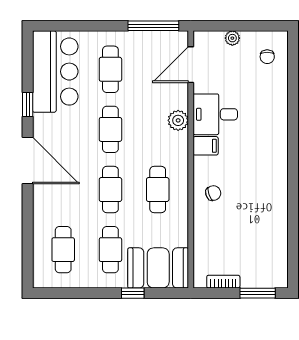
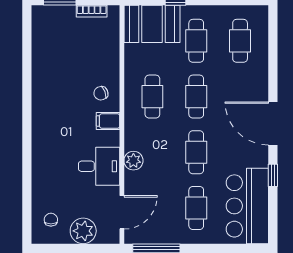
plant: (232, 38) -> (83, 231), width x1.87, depth x1.87
filing cabinet: (206, 146) -> (108, 121), moved

